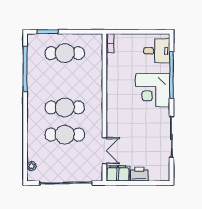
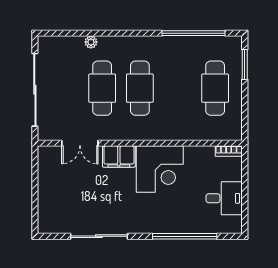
desk: (157, 51) -> (224, 198), moved, turned -90
corner desk: (153, 90) -> (160, 169), moved, turned 180
plant: (31, 166) -> (91, 42), moved
filing cabinet: (118, 173) -> (119, 156), moved, turned 90
printer: (139, 174) -> (47, 191), removed

